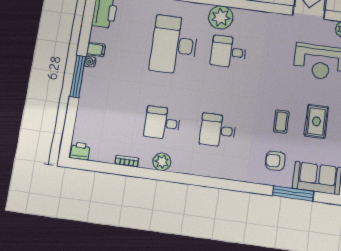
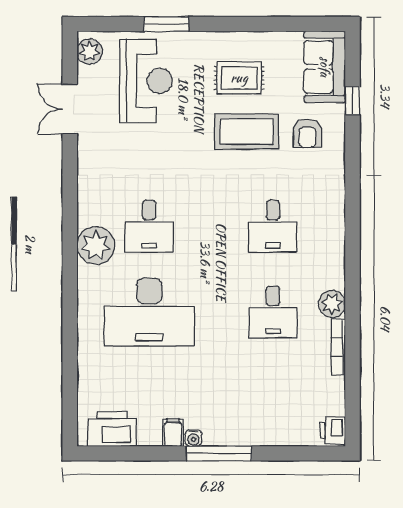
coffee table: (281, 122) -> (247, 132), width x1.86, depth x1.72
bookcase: (127, 161) -> (338, 347), width x1.56
window: (293, 193) -> (353, 101), width x0.46

